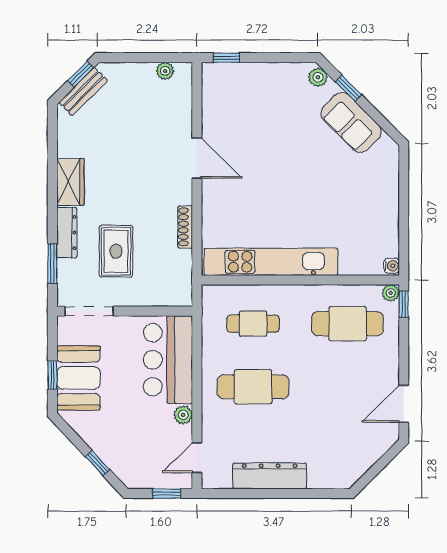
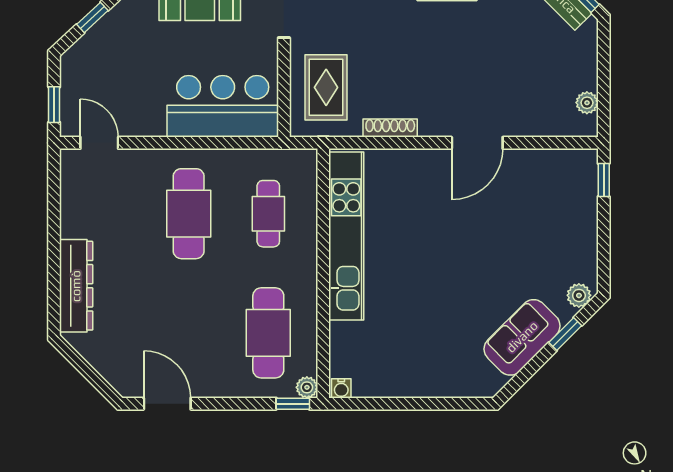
rug: (116, 251) -> (326, 87), moved, turned 90
plant: (183, 415) -> (153, 126), removed
dresser: (270, 476) -> (76, 286), moved

